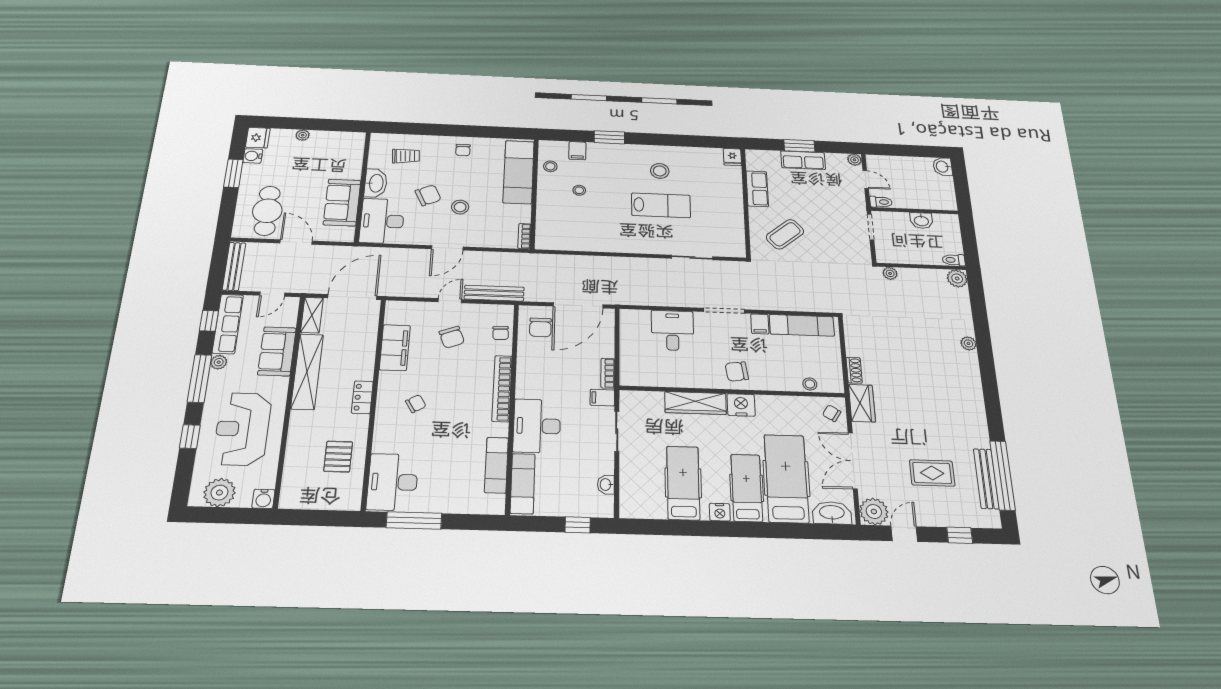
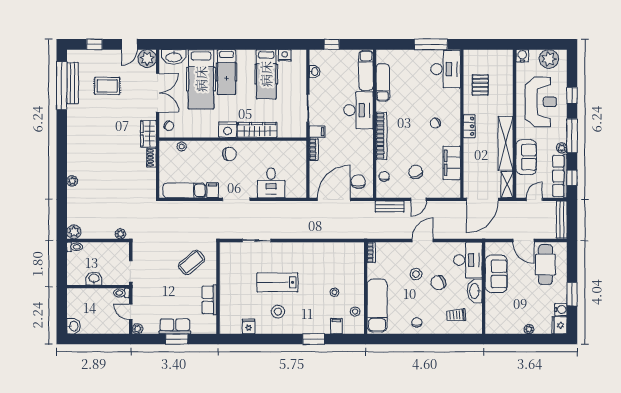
fridge: (732, 157) -> (249, 326), moved
bench: (494, 293) -> (390, 206), width x0.73
nightstand: (720, 512) -> (285, 55), moved

